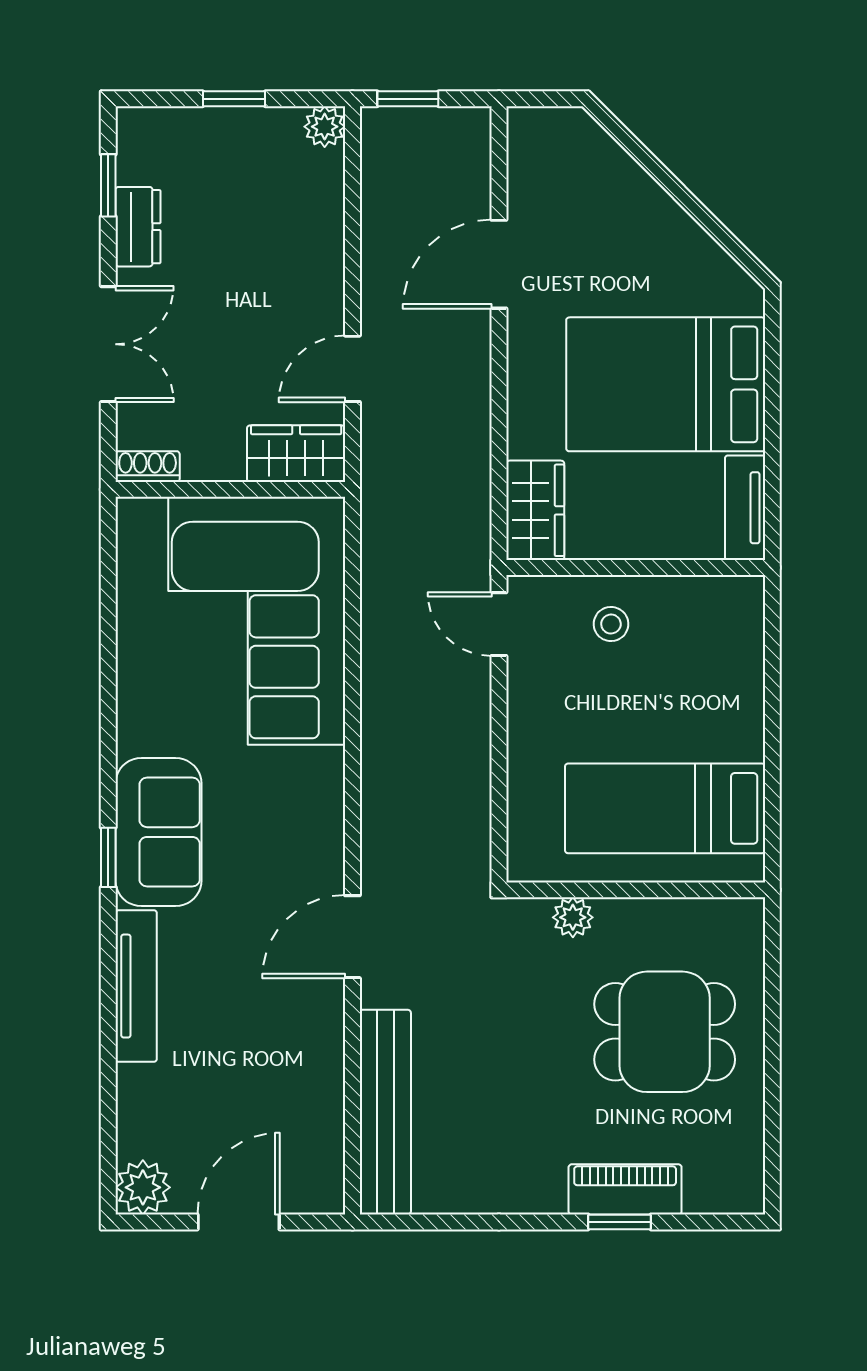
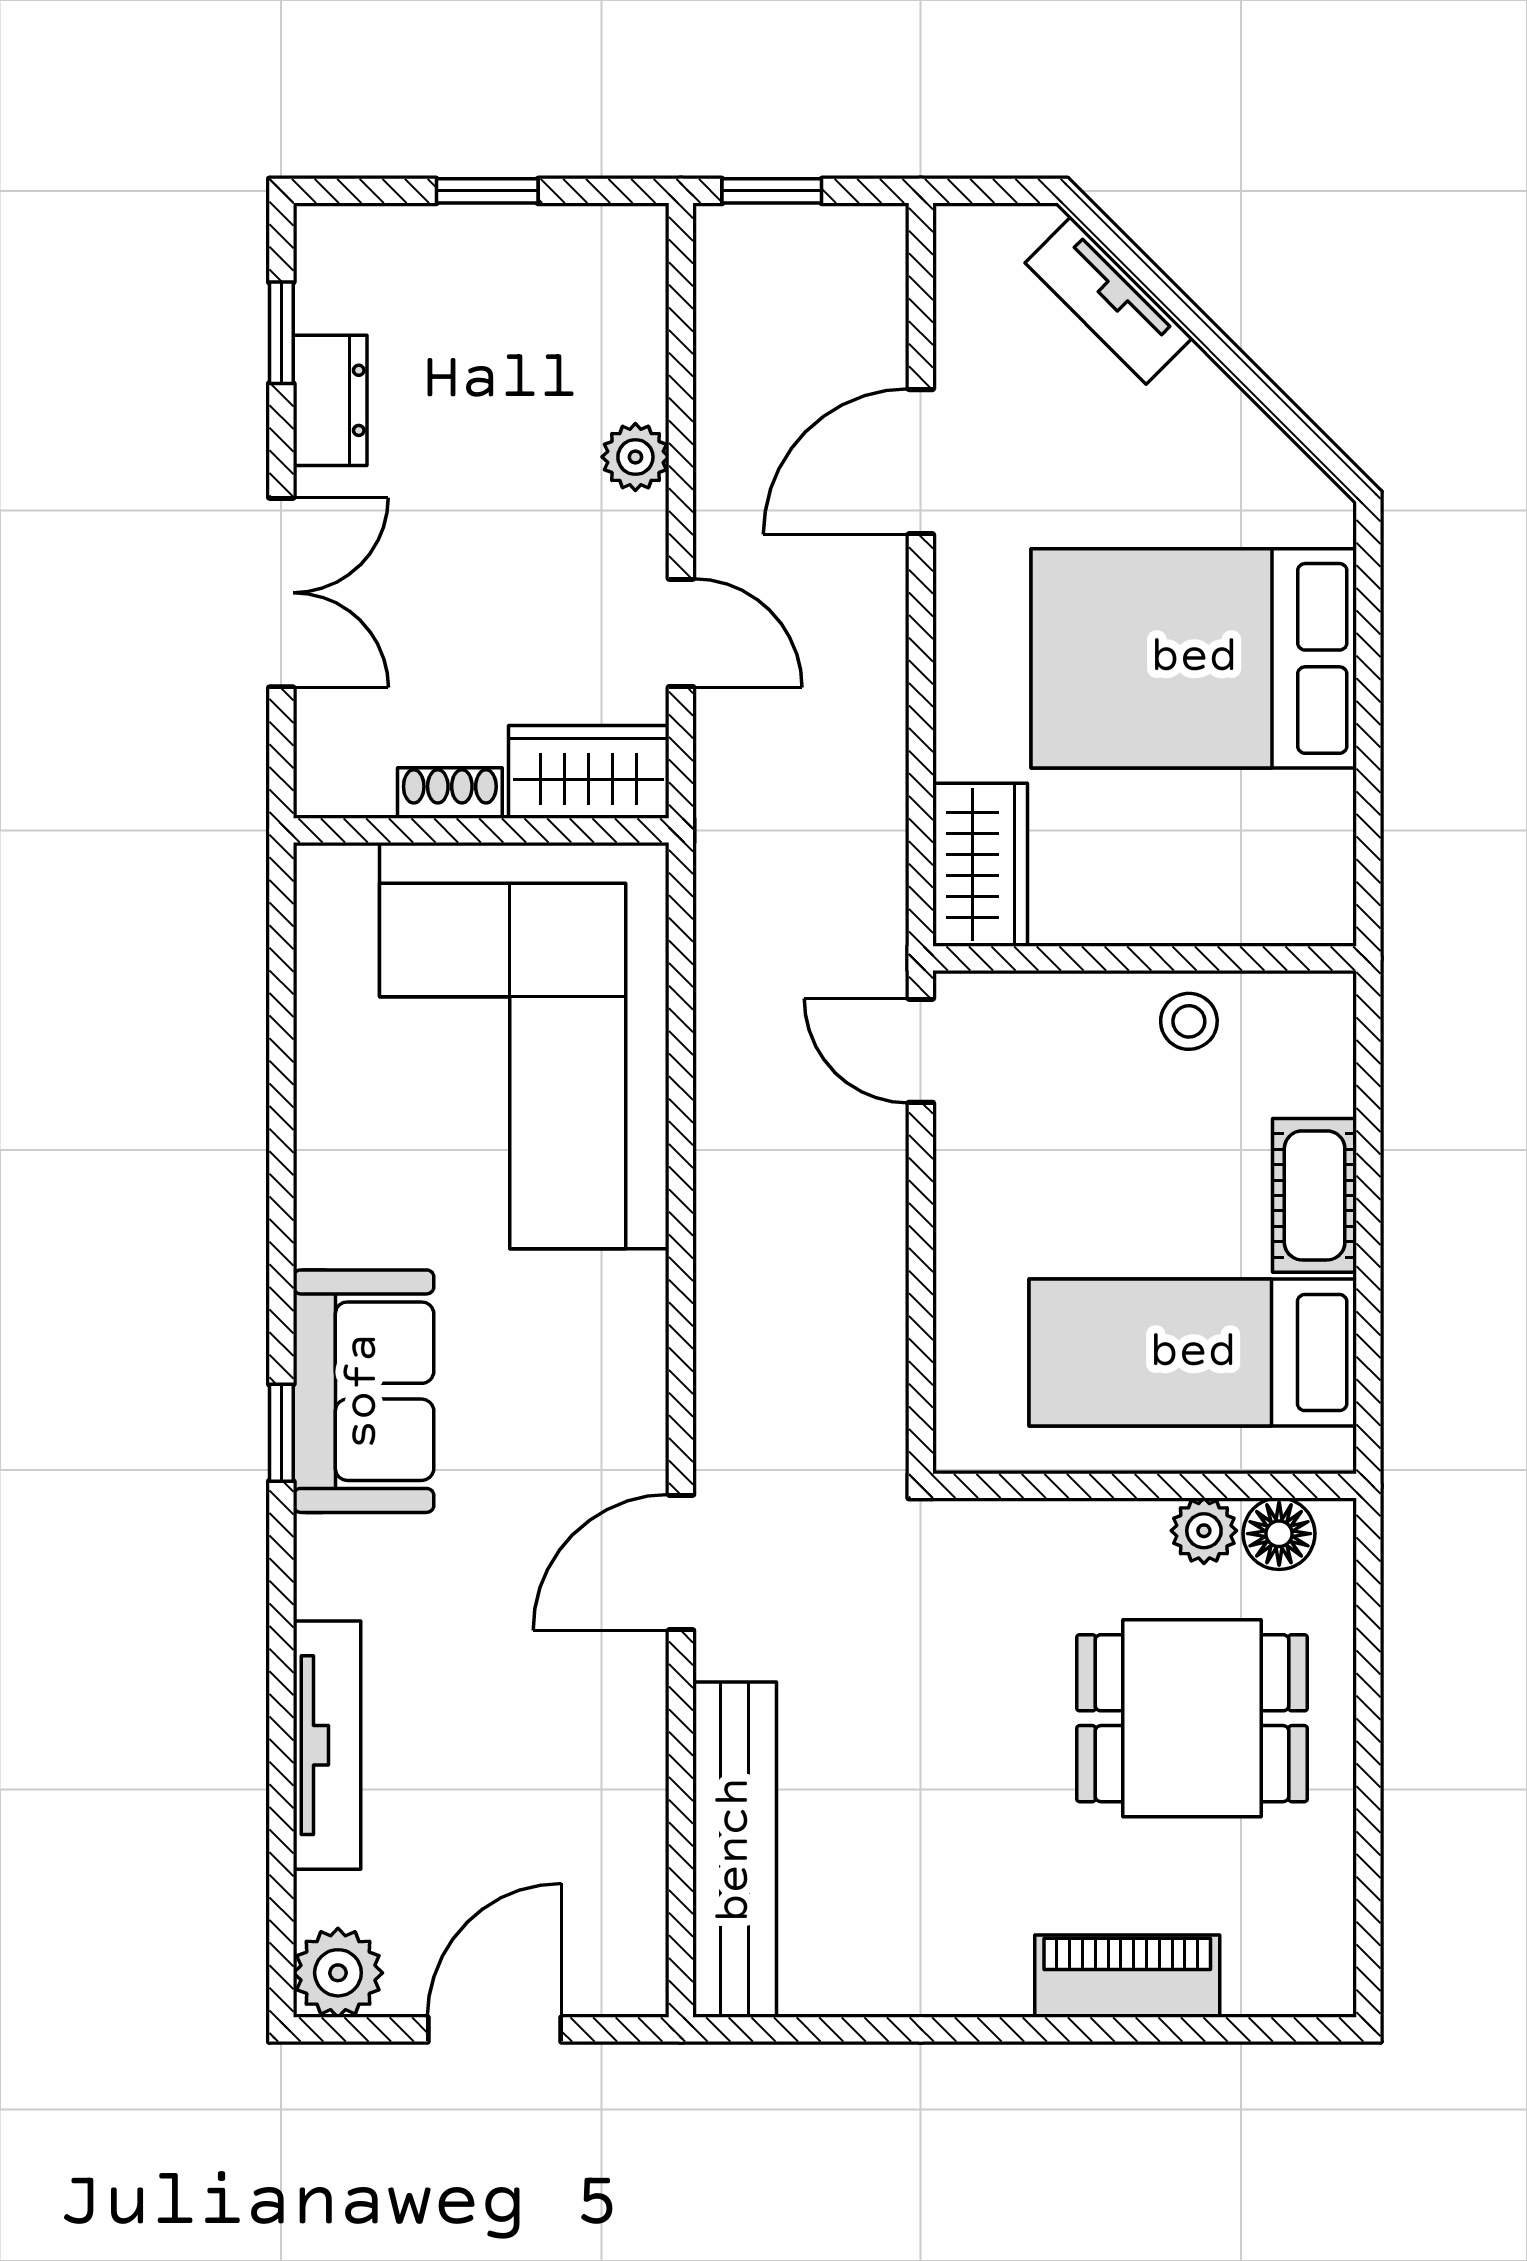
plant: (325, 127) -> (635, 457), moved
door: (352, 369) -> (681, 633), swing flipped
shoe rack: (148, 467) -> (450, 793), moved
tv unit: (745, 508) -> (1109, 300), moved, turned -45
stool: (611, 624) -> (1189, 1021), moved
cot: (740, 712) -> (1315, 1195), added
plant: (573, 917) -> (1204, 1531), moved
floor lamp: (718, 919) -> (1279, 1534), added
tv unit: (136, 986) -> (327, 1745), moved
window: (619, 1222) -> (1118, 2029), removed

